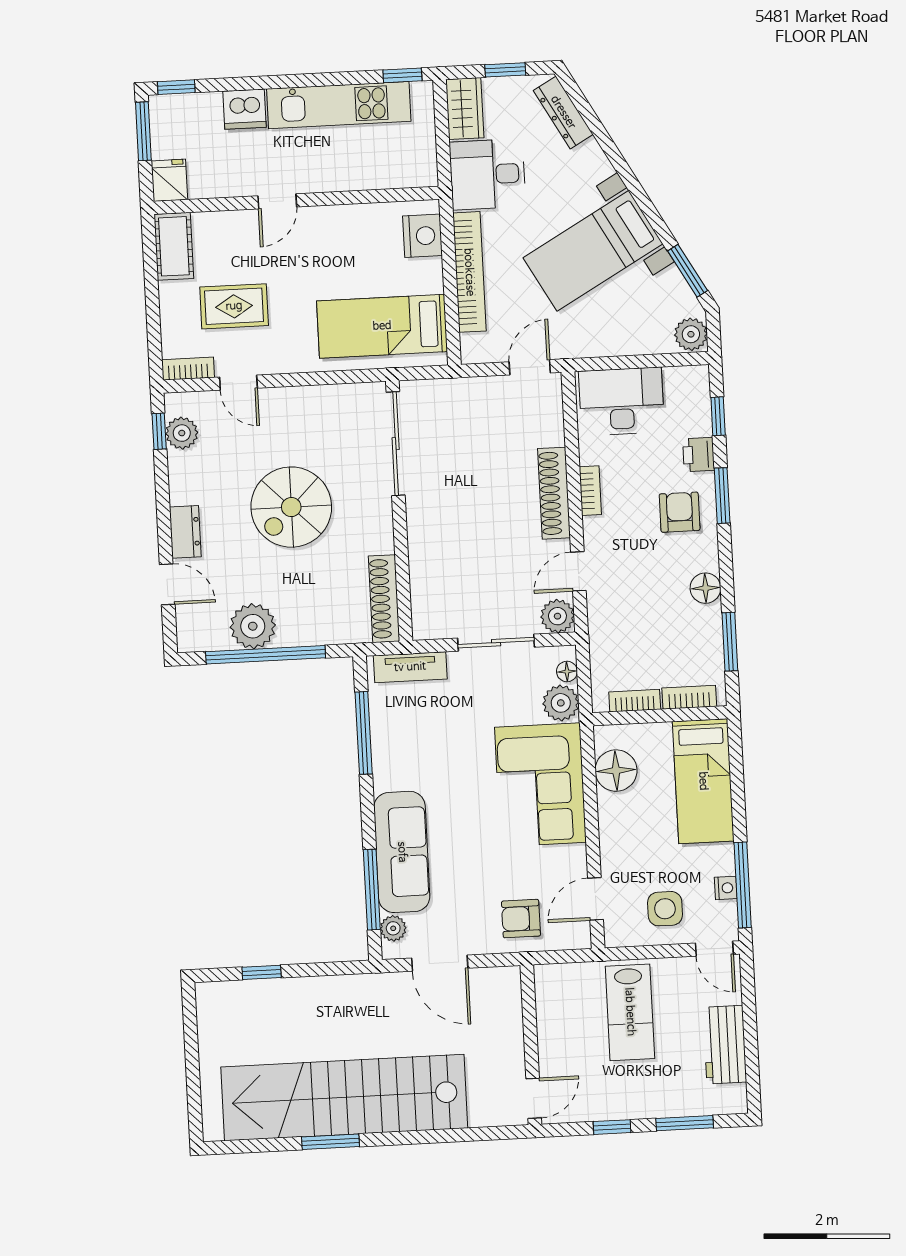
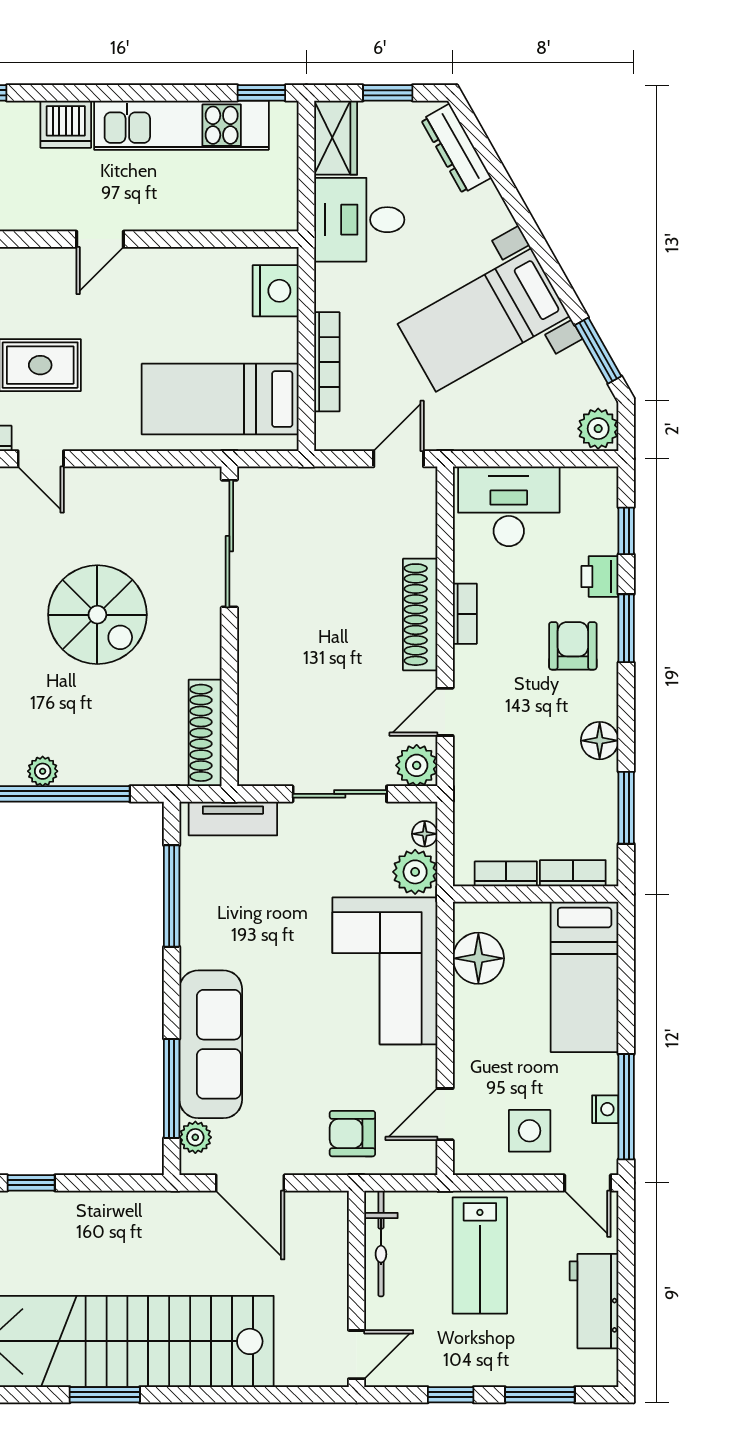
bookcase: (469, 272) -> (327, 362), width x0.68, depth x0.76
spiral stairs: (291, 507) -> (97, 615), turned -90
plant: (253, 626) -> (43, 771), width x0.53, depth x0.53
bicycle: (549, 1007) -> (381, 1243), added

